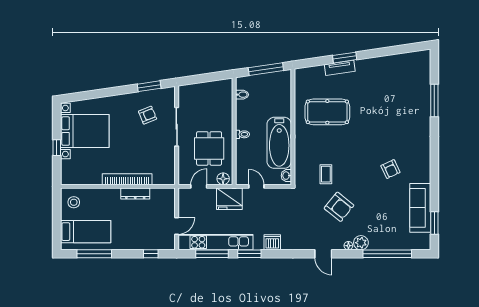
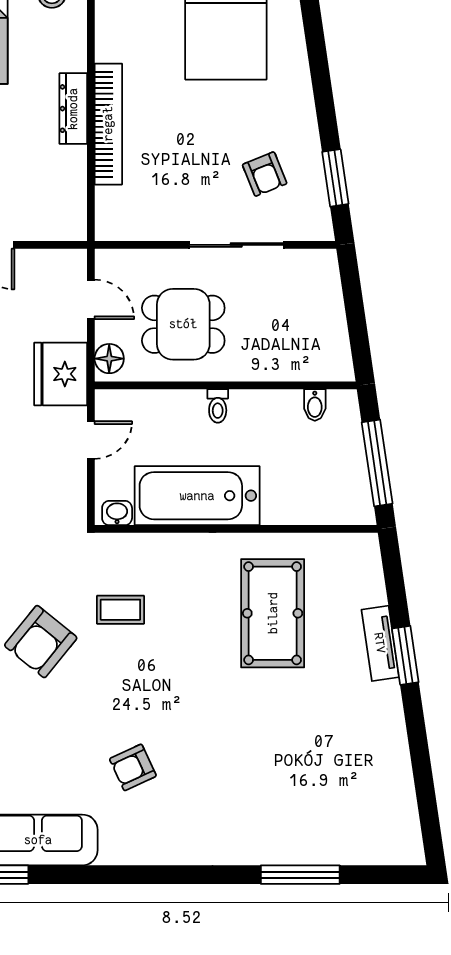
dresser: (135, 193) -> (73, 109), moved

